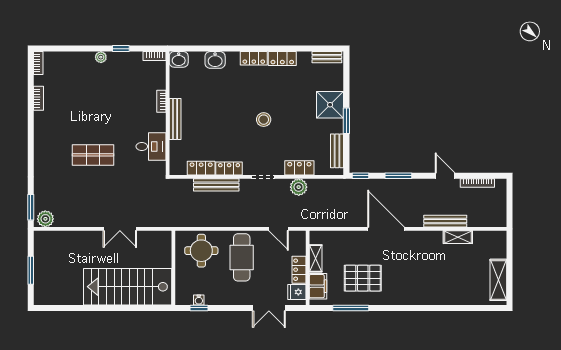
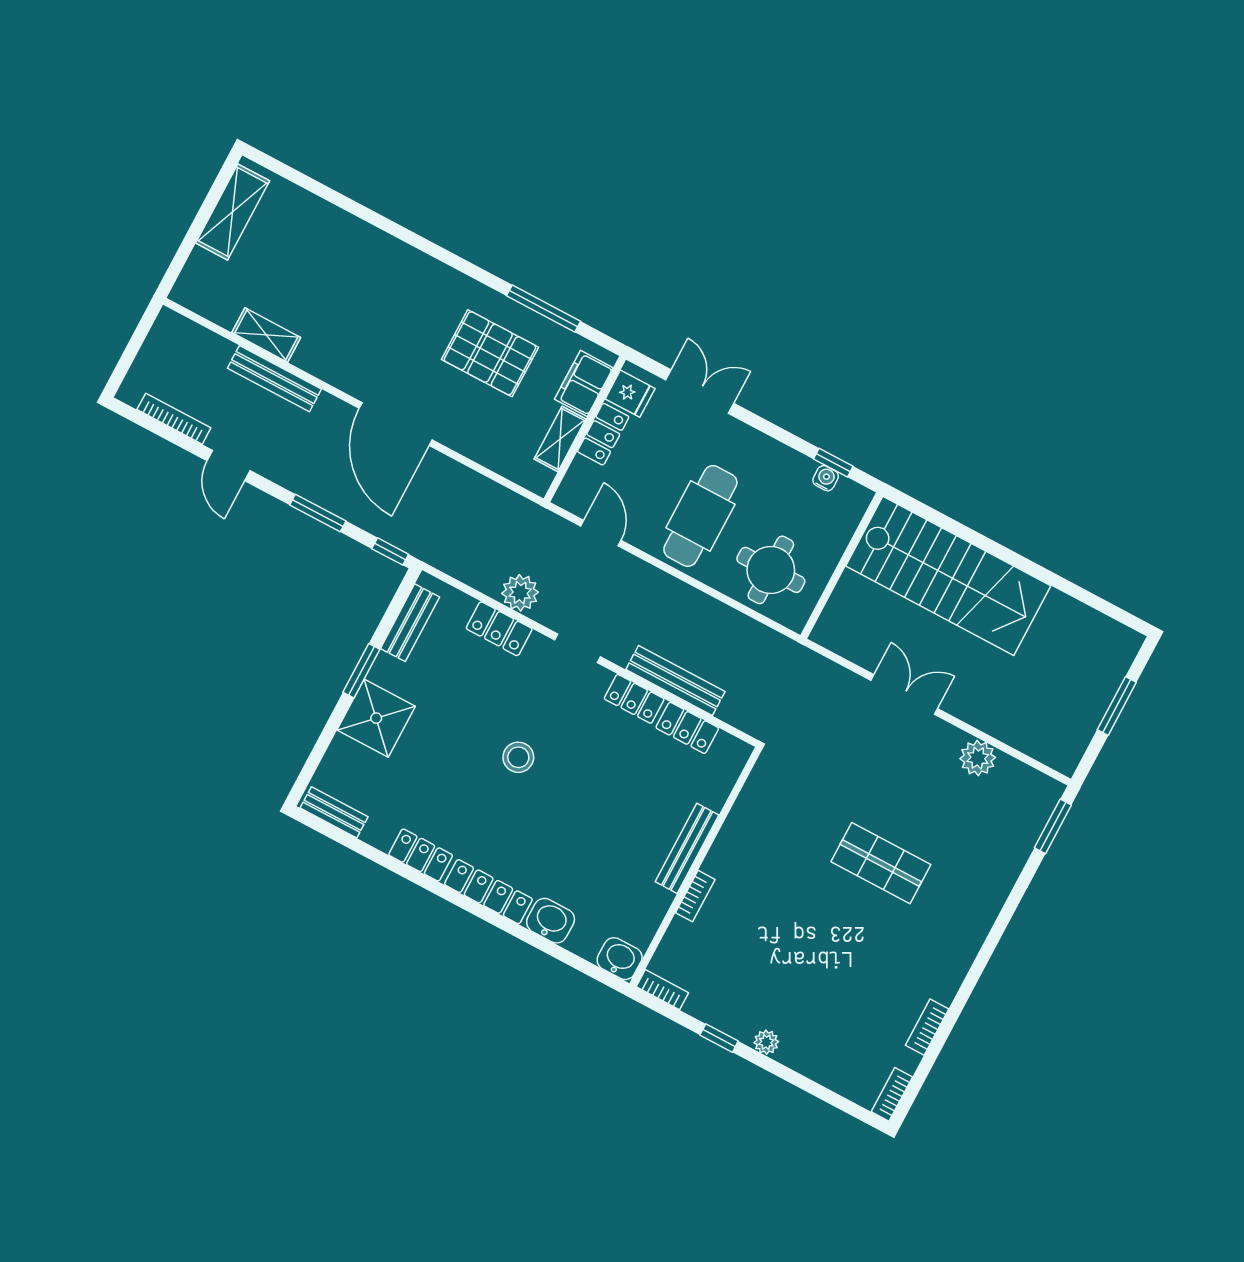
locker: (254, 58) -> (488, 892), width x1.53
desk: (151, 146) -> (761, 820), removed
plant: (45, 219) -> (978, 758), moved

